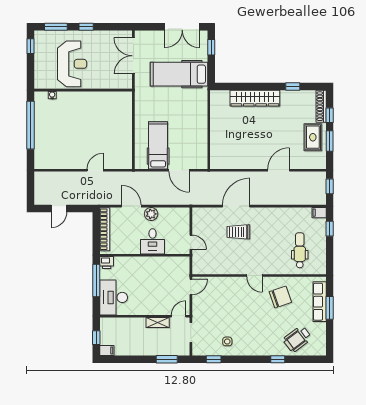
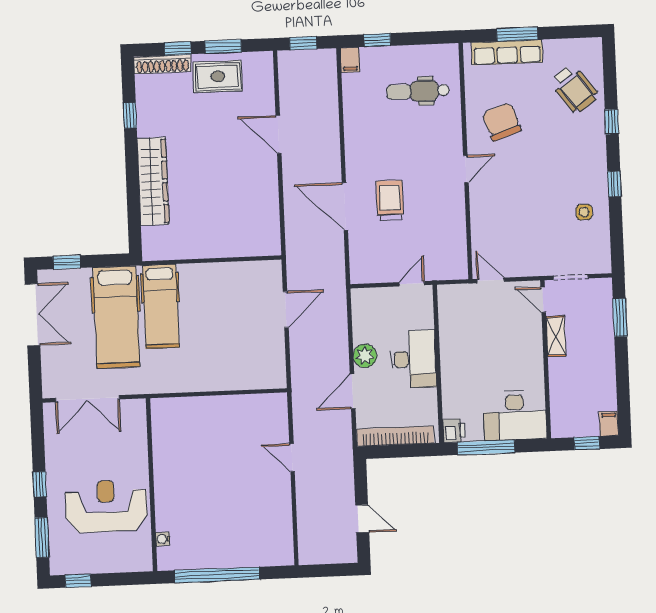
hospital bed: (158, 145) -> (161, 306), moved, turned -90
trolley: (238, 232) -> (390, 200), turned 180
desk: (153, 241) -> (413, 359), width x1.37
window: (214, 359) -> (614, 184), moved

